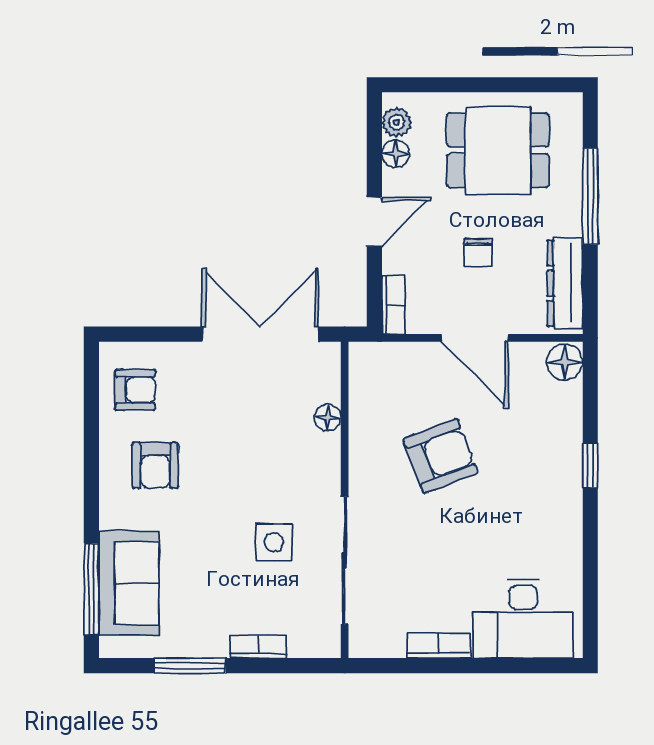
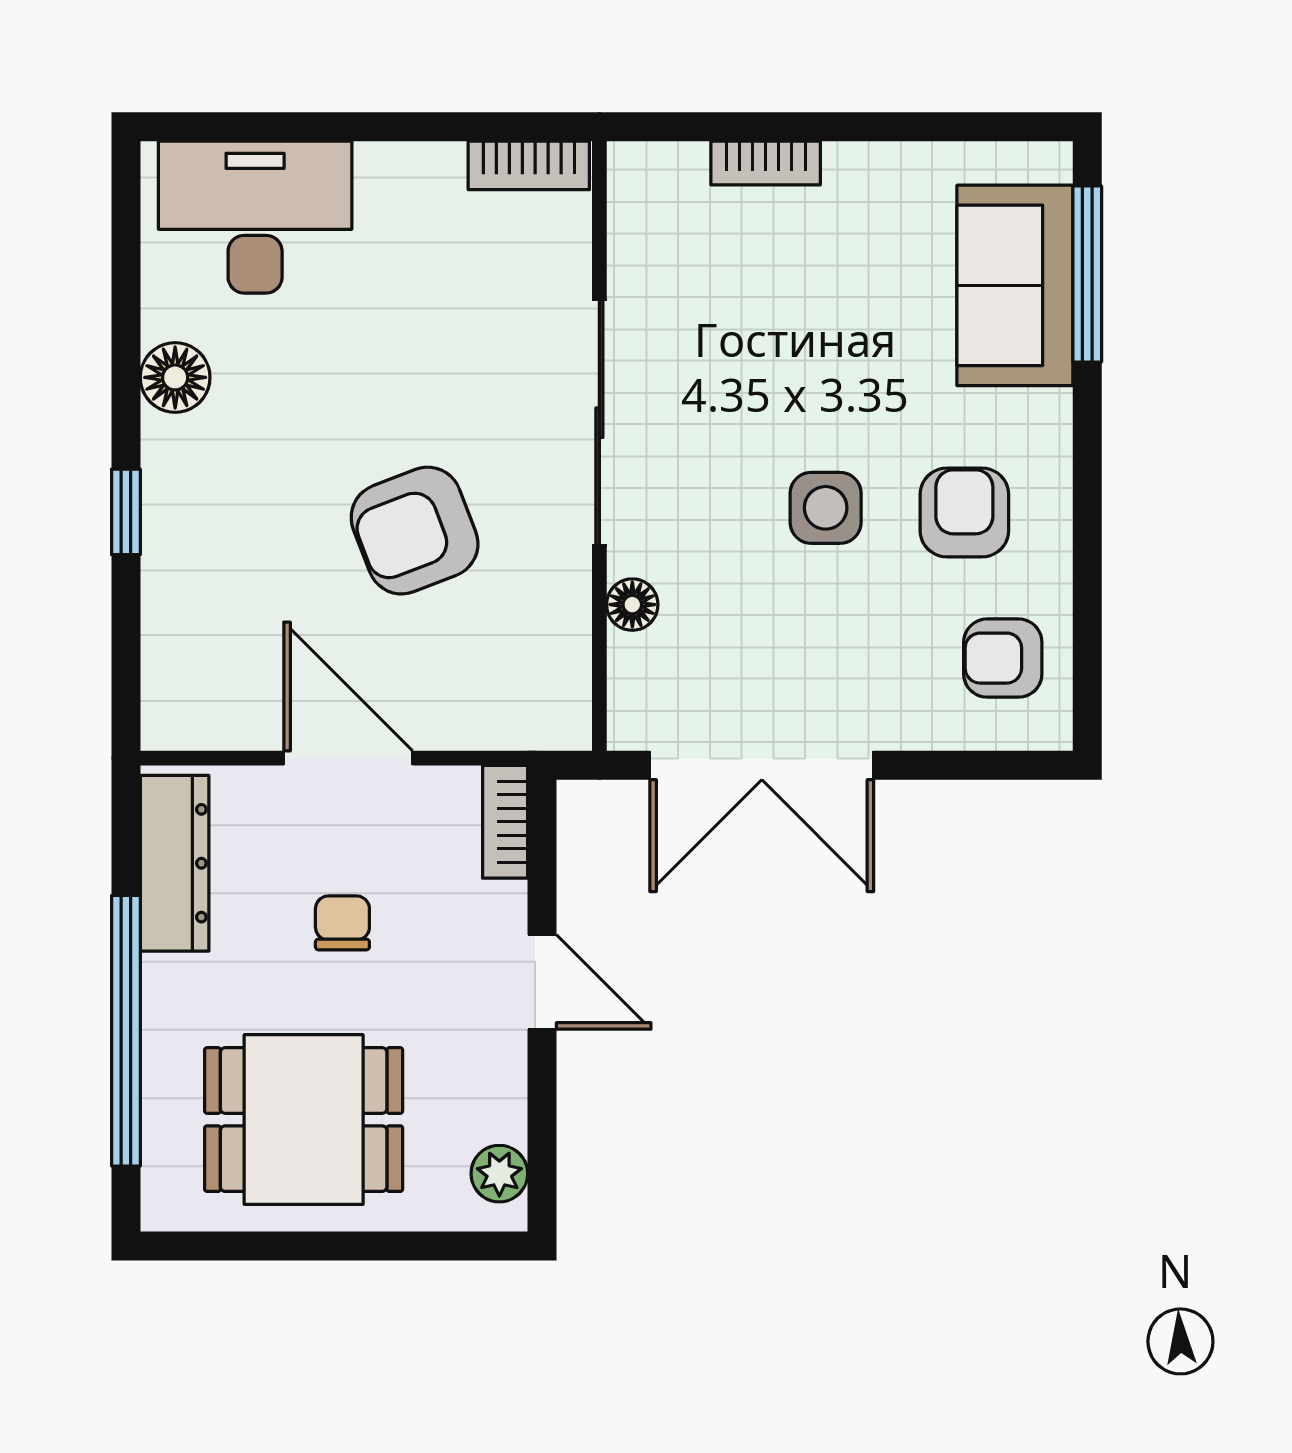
floor lamp: (396, 154) -> (501, 1113), removed
window: (590, 196) -> (126, 1031), width x1.46
door: (374, 222) -> (542, 982), swing flipped
floor lamp: (565, 362) -> (175, 377), moved
side table: (274, 542) -> (826, 508), moved
sliding door: (345, 560) -> (599, 423), moved
bookcase: (439, 646) -> (529, 165), moved
window: (190, 666) -> (898, 127), removed

